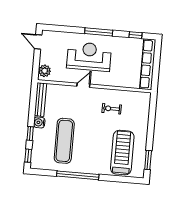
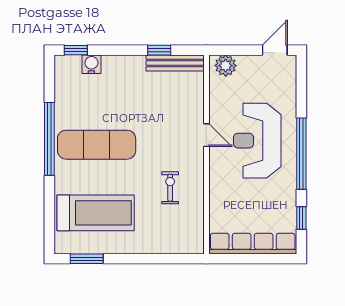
window: (99, 32) -> (301, 154), width x1.46
reception desk: (89, 56) -> (257, 141), turned 180
water cooler: (39, 122) -> (91, 64), moved
window: (30, 134) -> (159, 50), moved
exercise mat: (64, 141) -> (97, 145), moved

